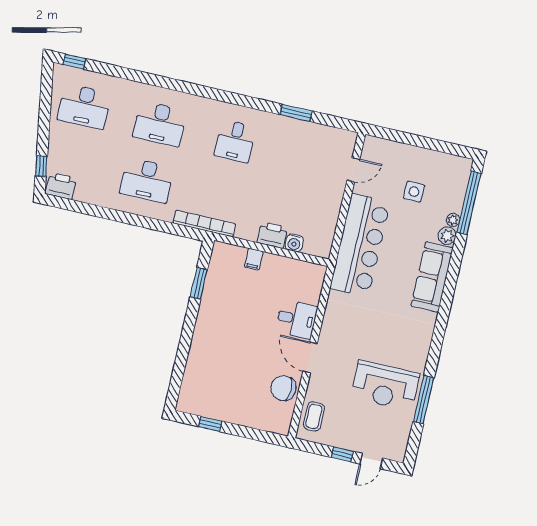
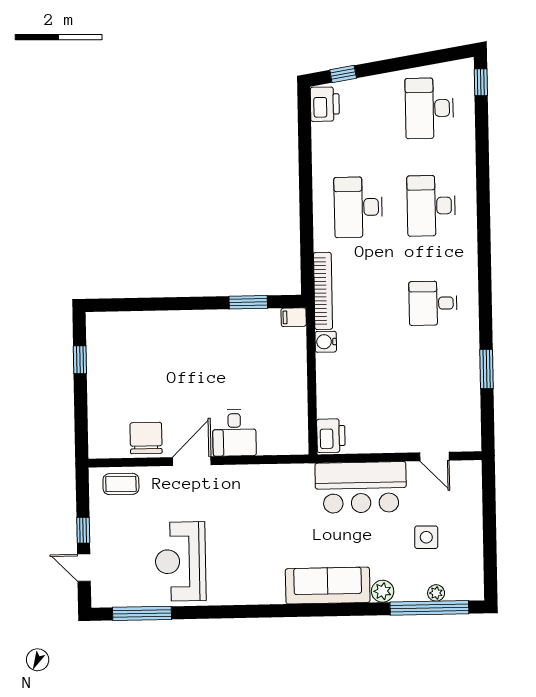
plant: (453, 220) -> (436, 593), moved
printer: (272, 235) -> (331, 436), moved
water cooler: (294, 243) -> (326, 342), moved
bar counter: (360, 245) -> (361, 487), width x0.73
filing cabinet: (254, 259) -> (294, 317), moved
window: (424, 400) -> (142, 613), moved

